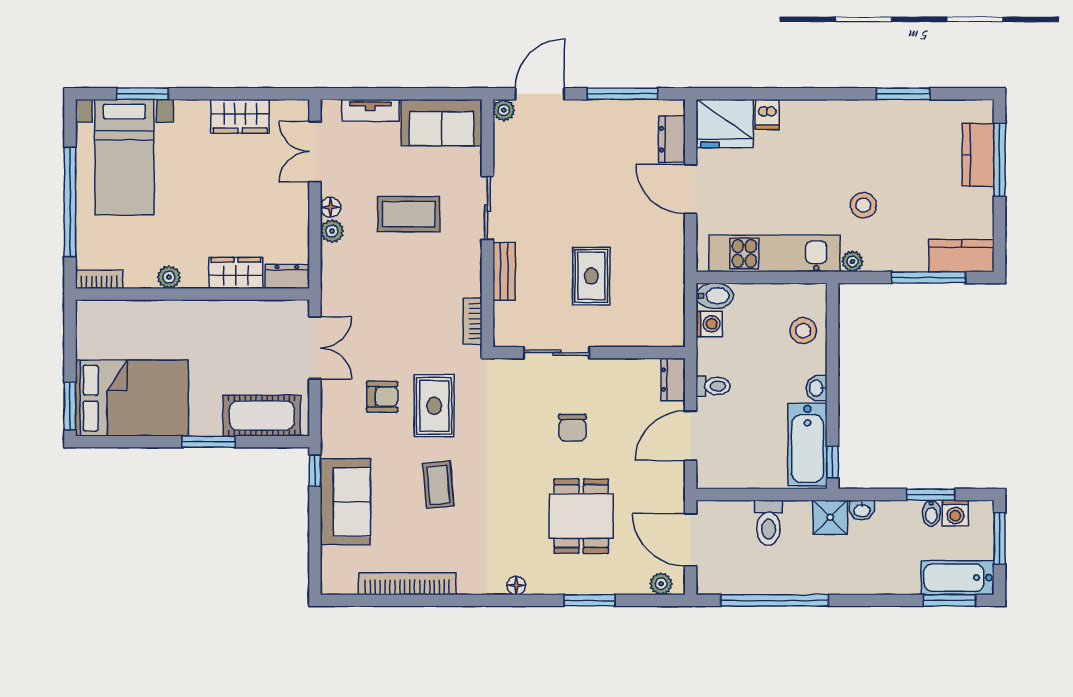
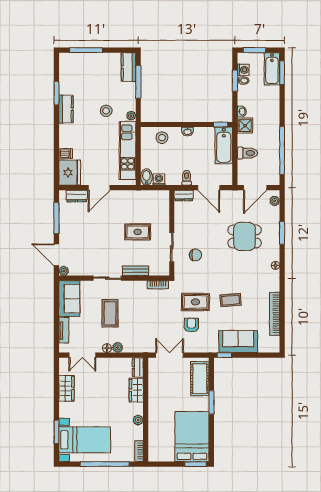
kitchen counter: (978, 155) -> (66, 109), moved, turned -90
chair: (573, 428) -> (195, 255), moved
bathtub: (807, 444) -> (224, 145), moved, turned 90

